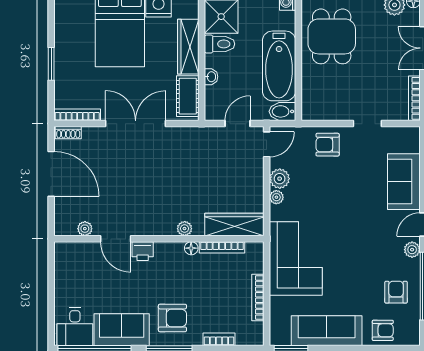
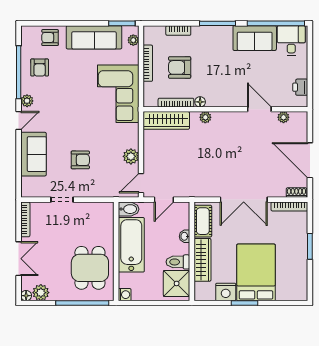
armchair: (328, 145) -> (80, 160), moved
plant: (276, 197) -> (133, 40), moved
printer: (143, 251) -> (300, 87), moved, turned -90
armchair: (172, 318) -> (180, 67), moved

